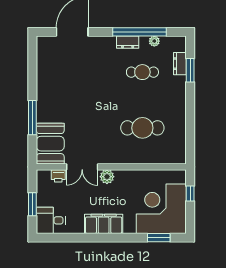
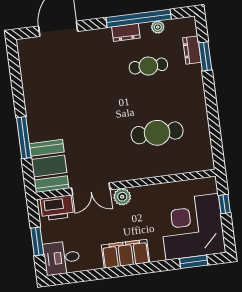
printer: (58, 176) -> (57, 208), width x1.87, depth x1.48

